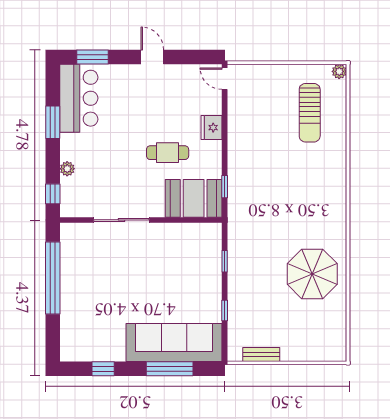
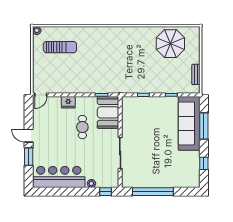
window: (92, 57) -> (29, 157), moved
door: (152, 57) -> (29, 136), hinge flipped
bar counter: (79, 98) -> (59, 177), width x1.36
window: (53, 122) -> (65, 192), removed
parasol: (312, 274) -> (170, 44), moved

